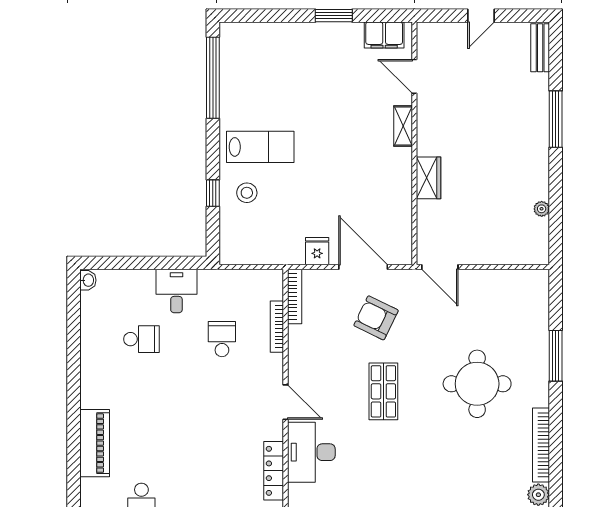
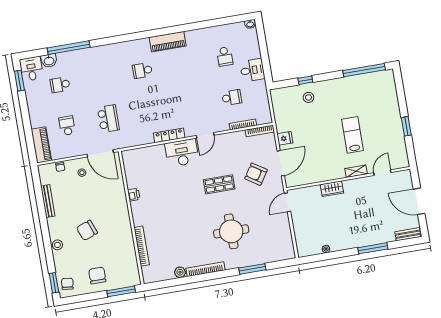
door: (481, 16) -> (419, 201), width x1.88
filing cabinet: (384, 35) -> (401, 154), removed
lab bench: (260, 147) -> (352, 135), moved, turned 180
armchair: (376, 318) -> (256, 174), turned -83

